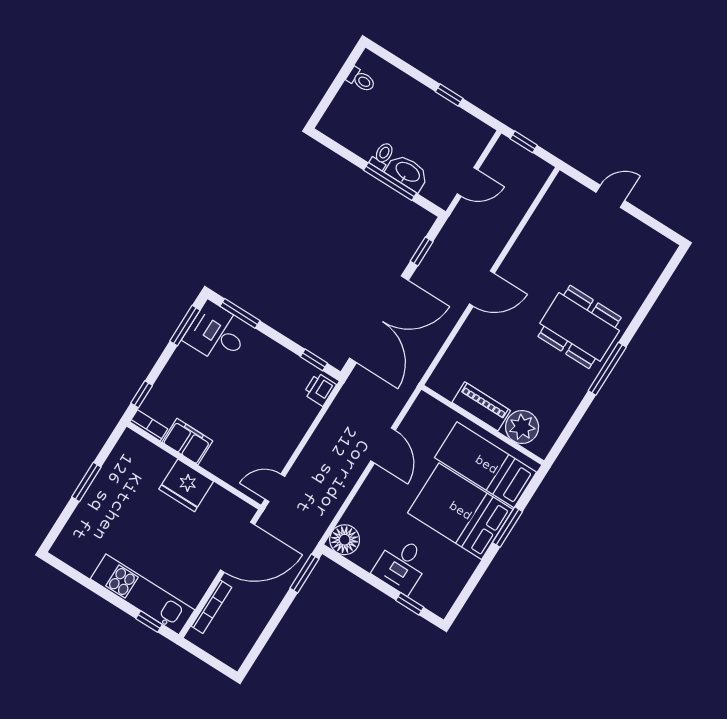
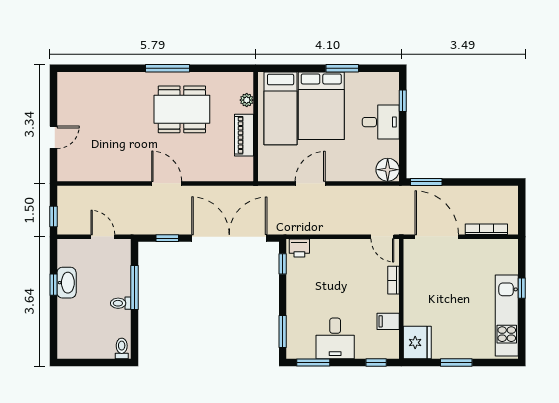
toilet: (361, 80) -> (122, 348), moved
washbasin: (407, 172) -> (67, 283), moved, turned 180
door: (610, 196) -> (53, 137), swing flipped
dining table: (580, 327) -> (182, 109), moved, turned 90
desk: (217, 333) -> (335, 338), moved
bookcase: (149, 425) -> (394, 280), moved
plant: (522, 427) -> (247, 100), width x0.53, depth x0.53
filing cabinet: (187, 442) -> (388, 321), width x0.50
fridge: (186, 485) -> (417, 343), moved
window: (507, 527) -> (342, 68), moved
kitchen unit: (142, 594) -> (507, 315), moved
window: (149, 622) -> (522, 288), moved

